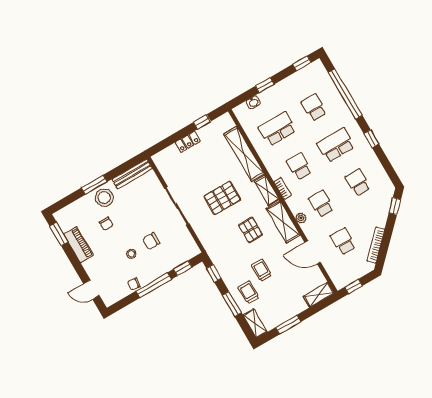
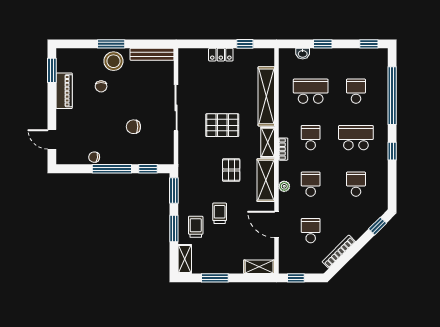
stool: (131, 254) -> (108, 128), removed
window: (214, 273) -> (174, 190), width x1.50

